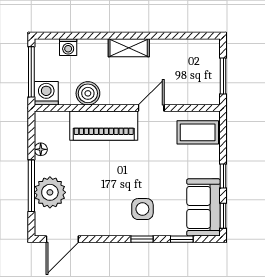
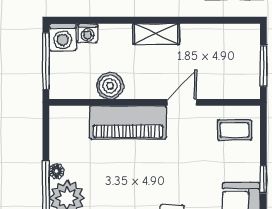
washing machine: (46, 93) -> (63, 37), moved, turned 180
coffee table: (198, 132) -> (235, 130), width x0.73, depth x0.77
floor lamp: (41, 149) -> (57, 171), moved

